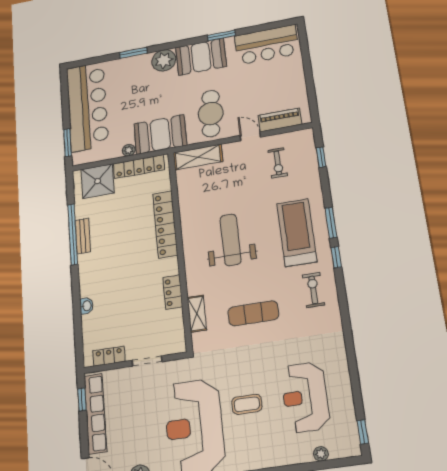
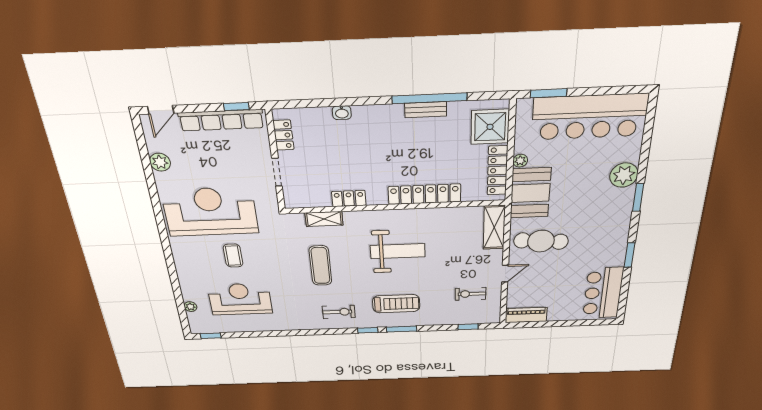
window: (133, 53) -> (638, 197), moved
booth: (201, 57) -> (611, 235), removed
plant: (164, 60) -> (624, 175), moved
piano: (280, 120) -> (526, 315), moved, turned -90
treadmill: (297, 233) -> (396, 304), width x0.73, depth x0.73

